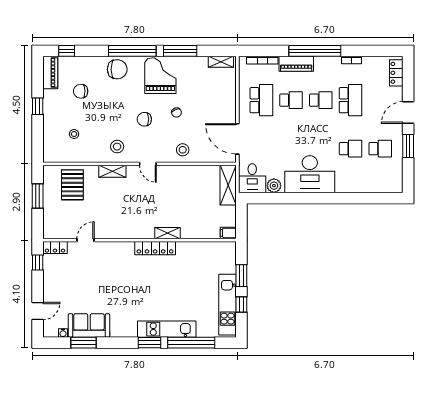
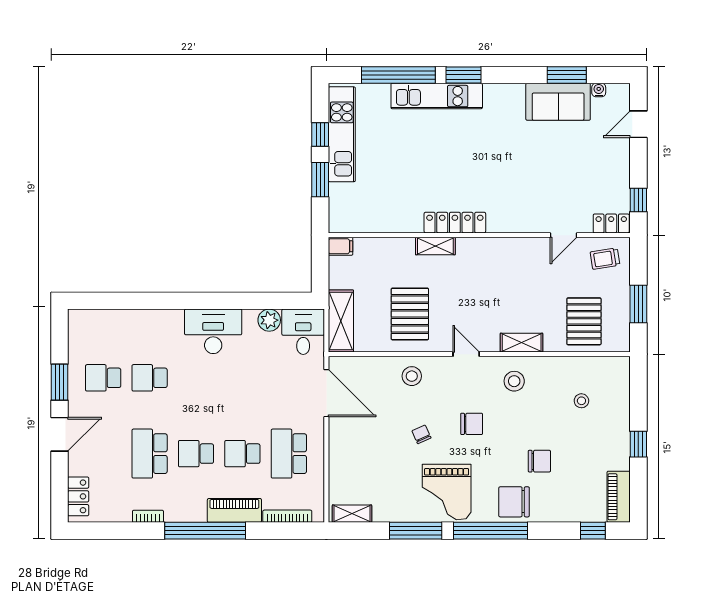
chair: (81, 91) -> (539, 461), moved
desk: (310, 174) -> (213, 331), width x0.73, depth x0.77
pallet: (184, 190) -> (410, 314), added
trolley: (59, 225) -> (605, 259), added

